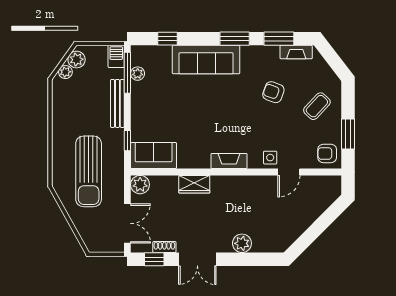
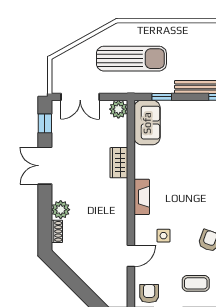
coffee table: (317, 106) -> (196, 283), turned -43
side table: (270, 158) -> (164, 236), moved
sun lounger: (89, 171) -> (131, 59), turned 180
door: (289, 172) -> (131, 256), swing flipped
shoe rack: (164, 247) -> (57, 231), moved

